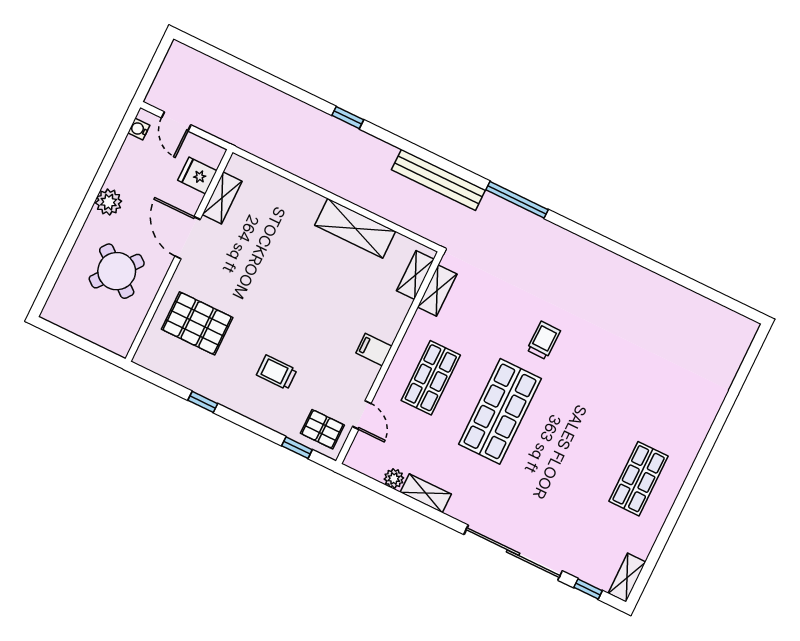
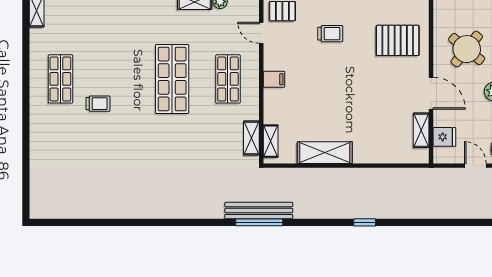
bench: (438, 180) -> (259, 211), moved
window: (517, 200) -> (259, 222), moved
trolley: (544, 340) -> (98, 104), moved, turned -91

